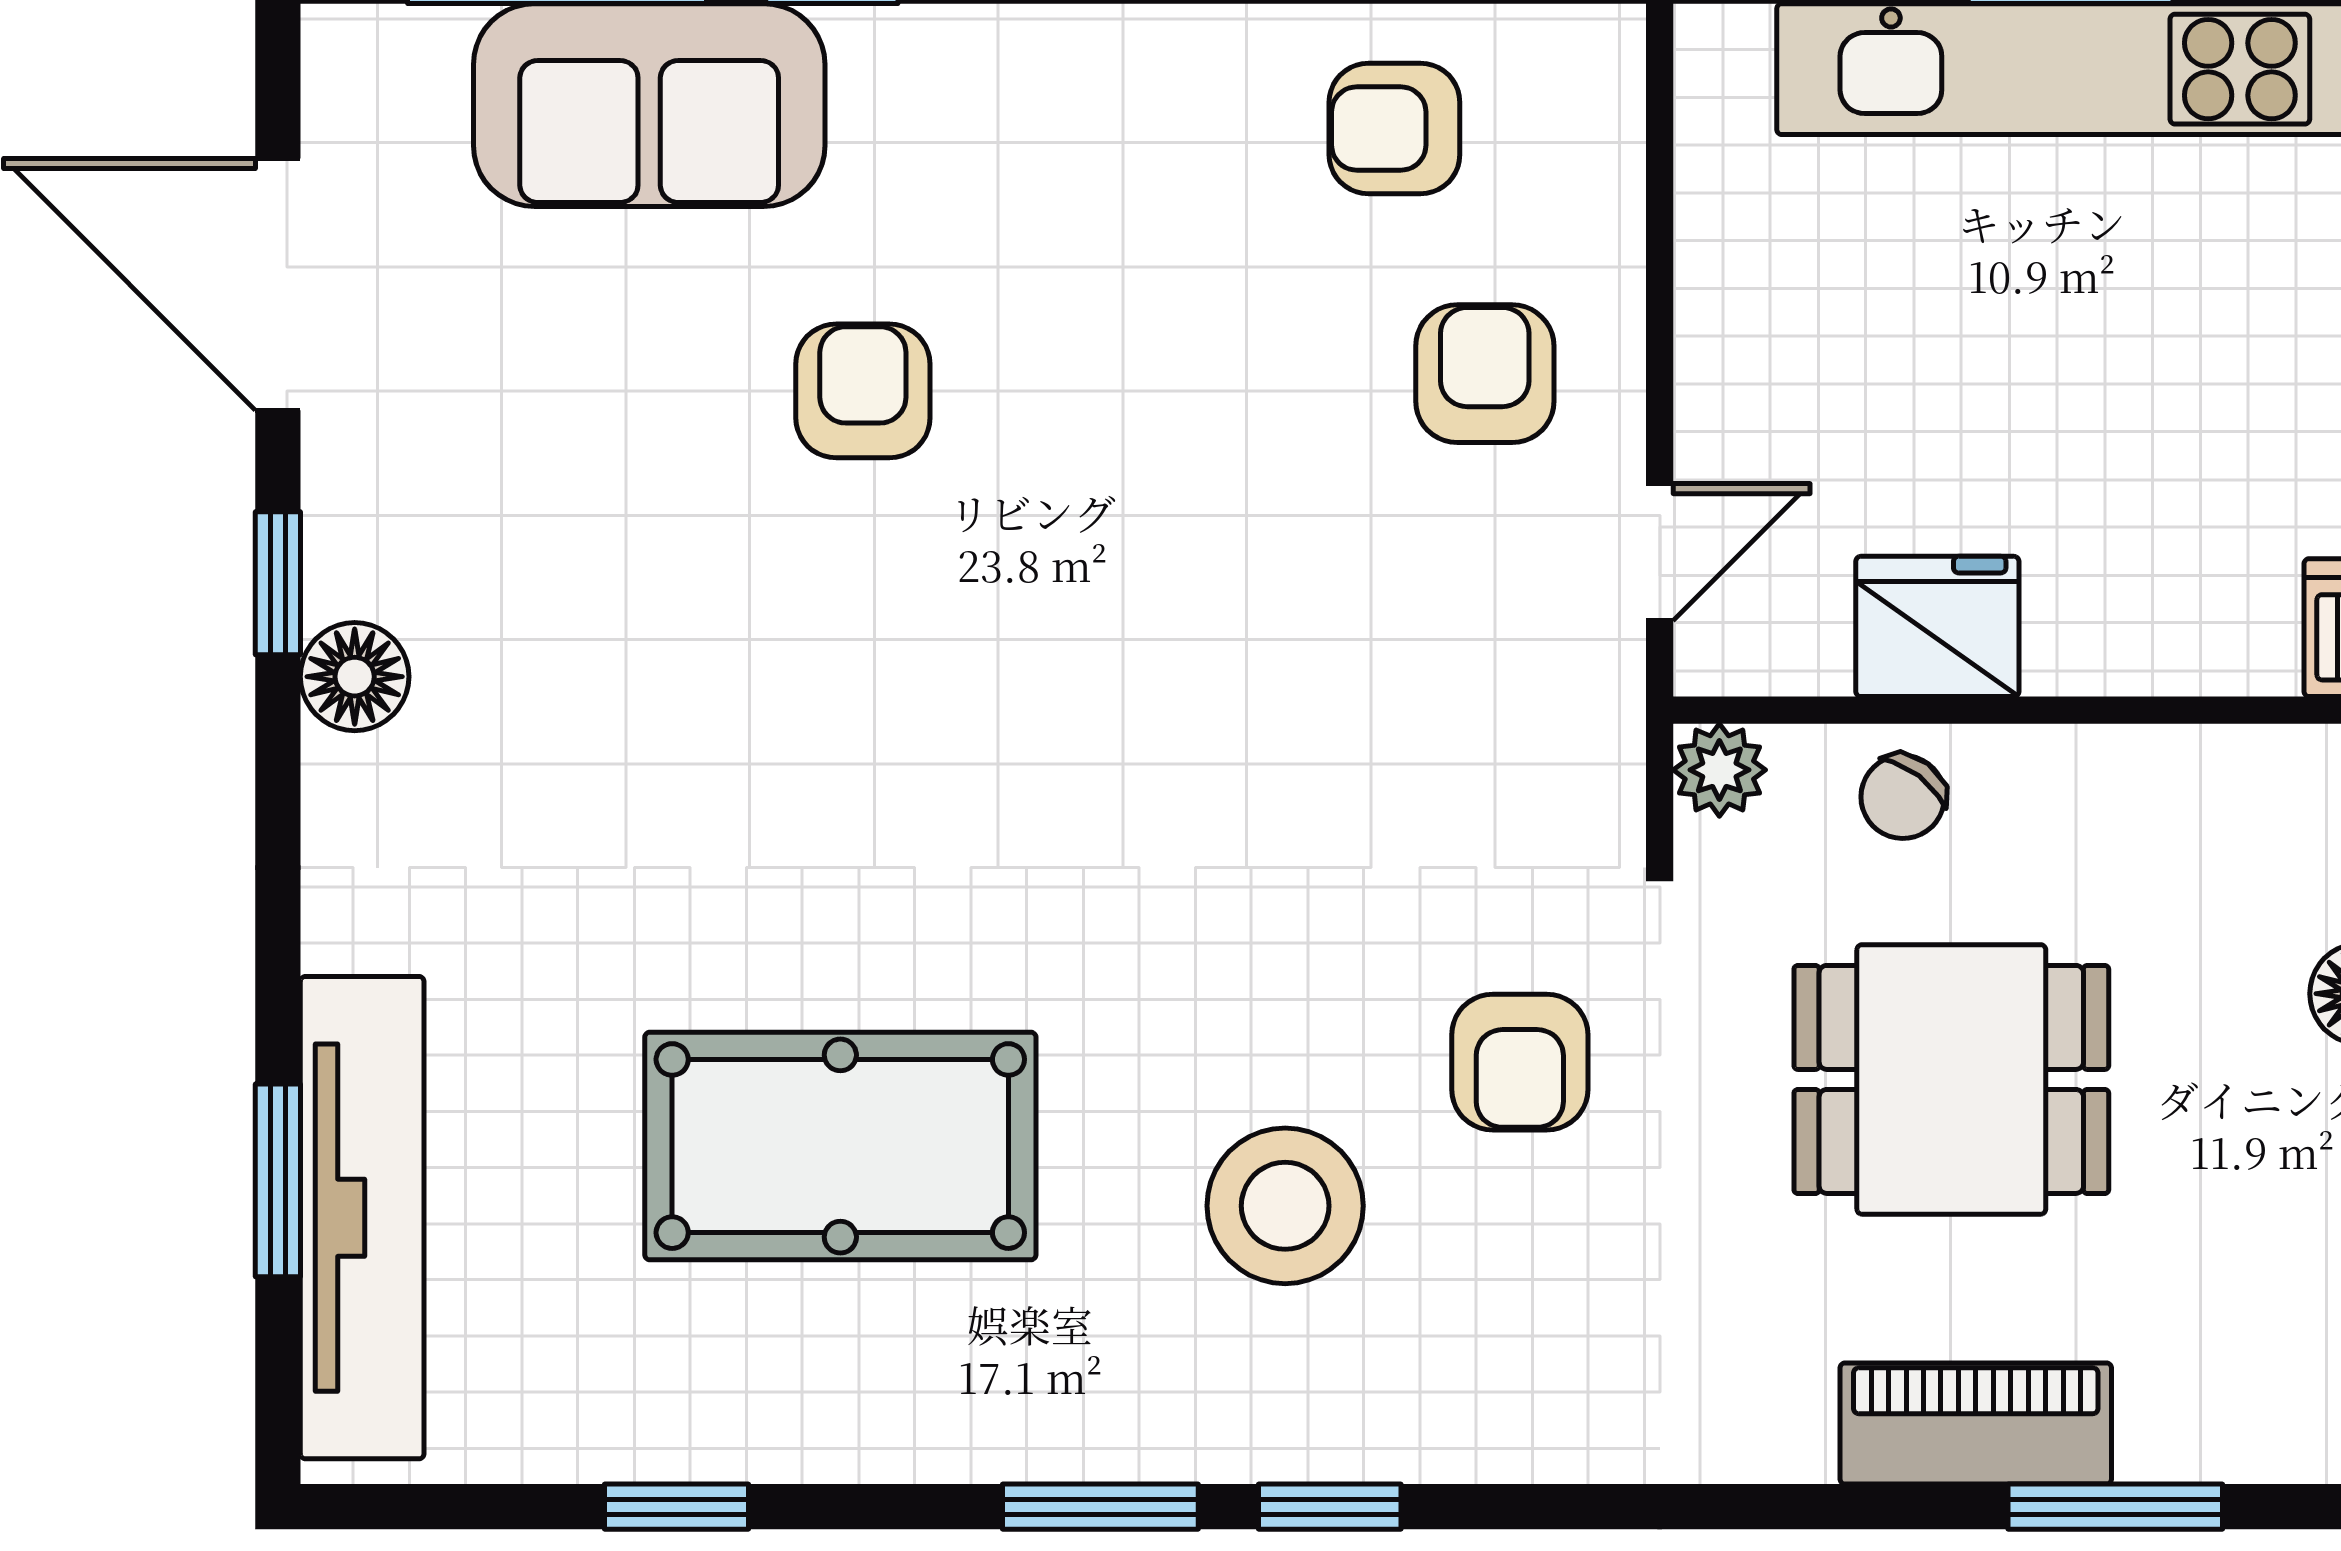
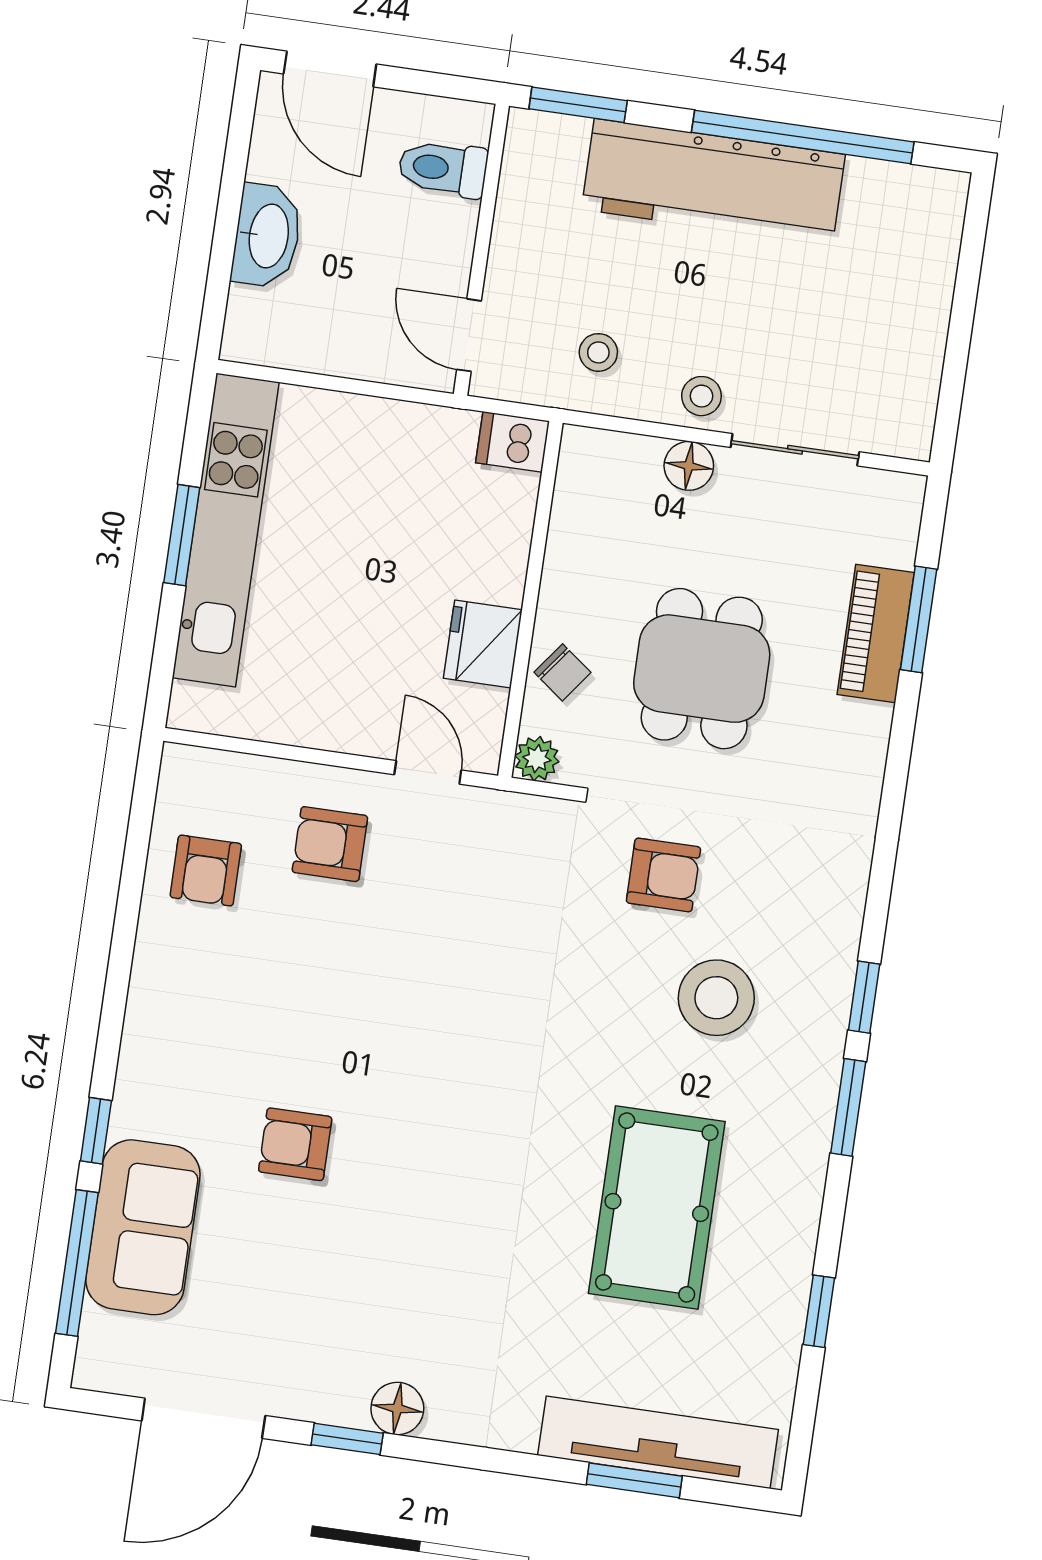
piano: (1976, 1424) -> (876, 633), moved

